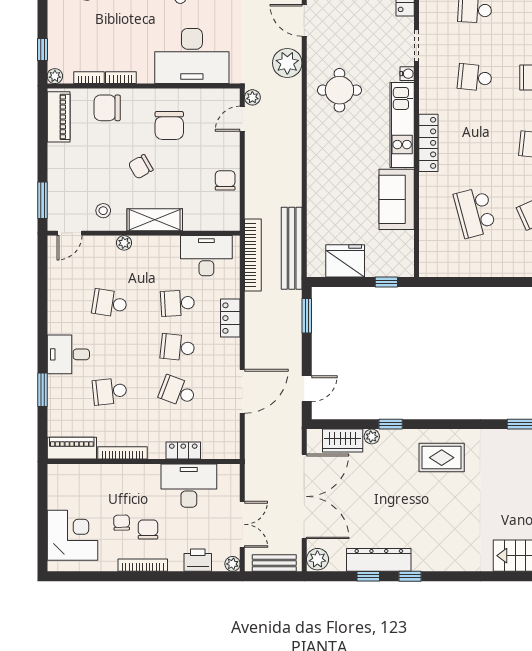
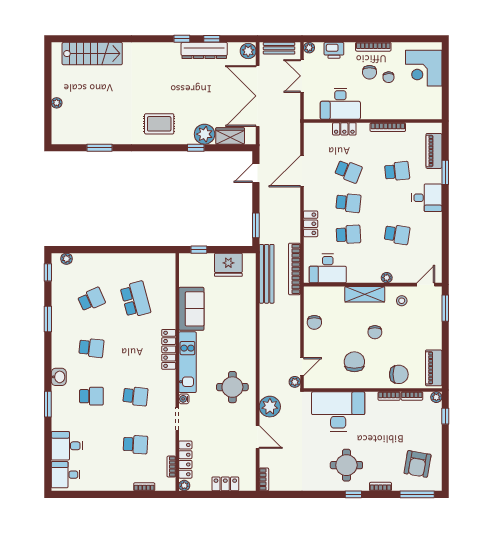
chair: (141, 167) -> (375, 332), turned 120
plant: (372, 437) -> (205, 134), width x1.88, depth x1.88
piano: (72, 448) -> (434, 151), moved, turned 90

